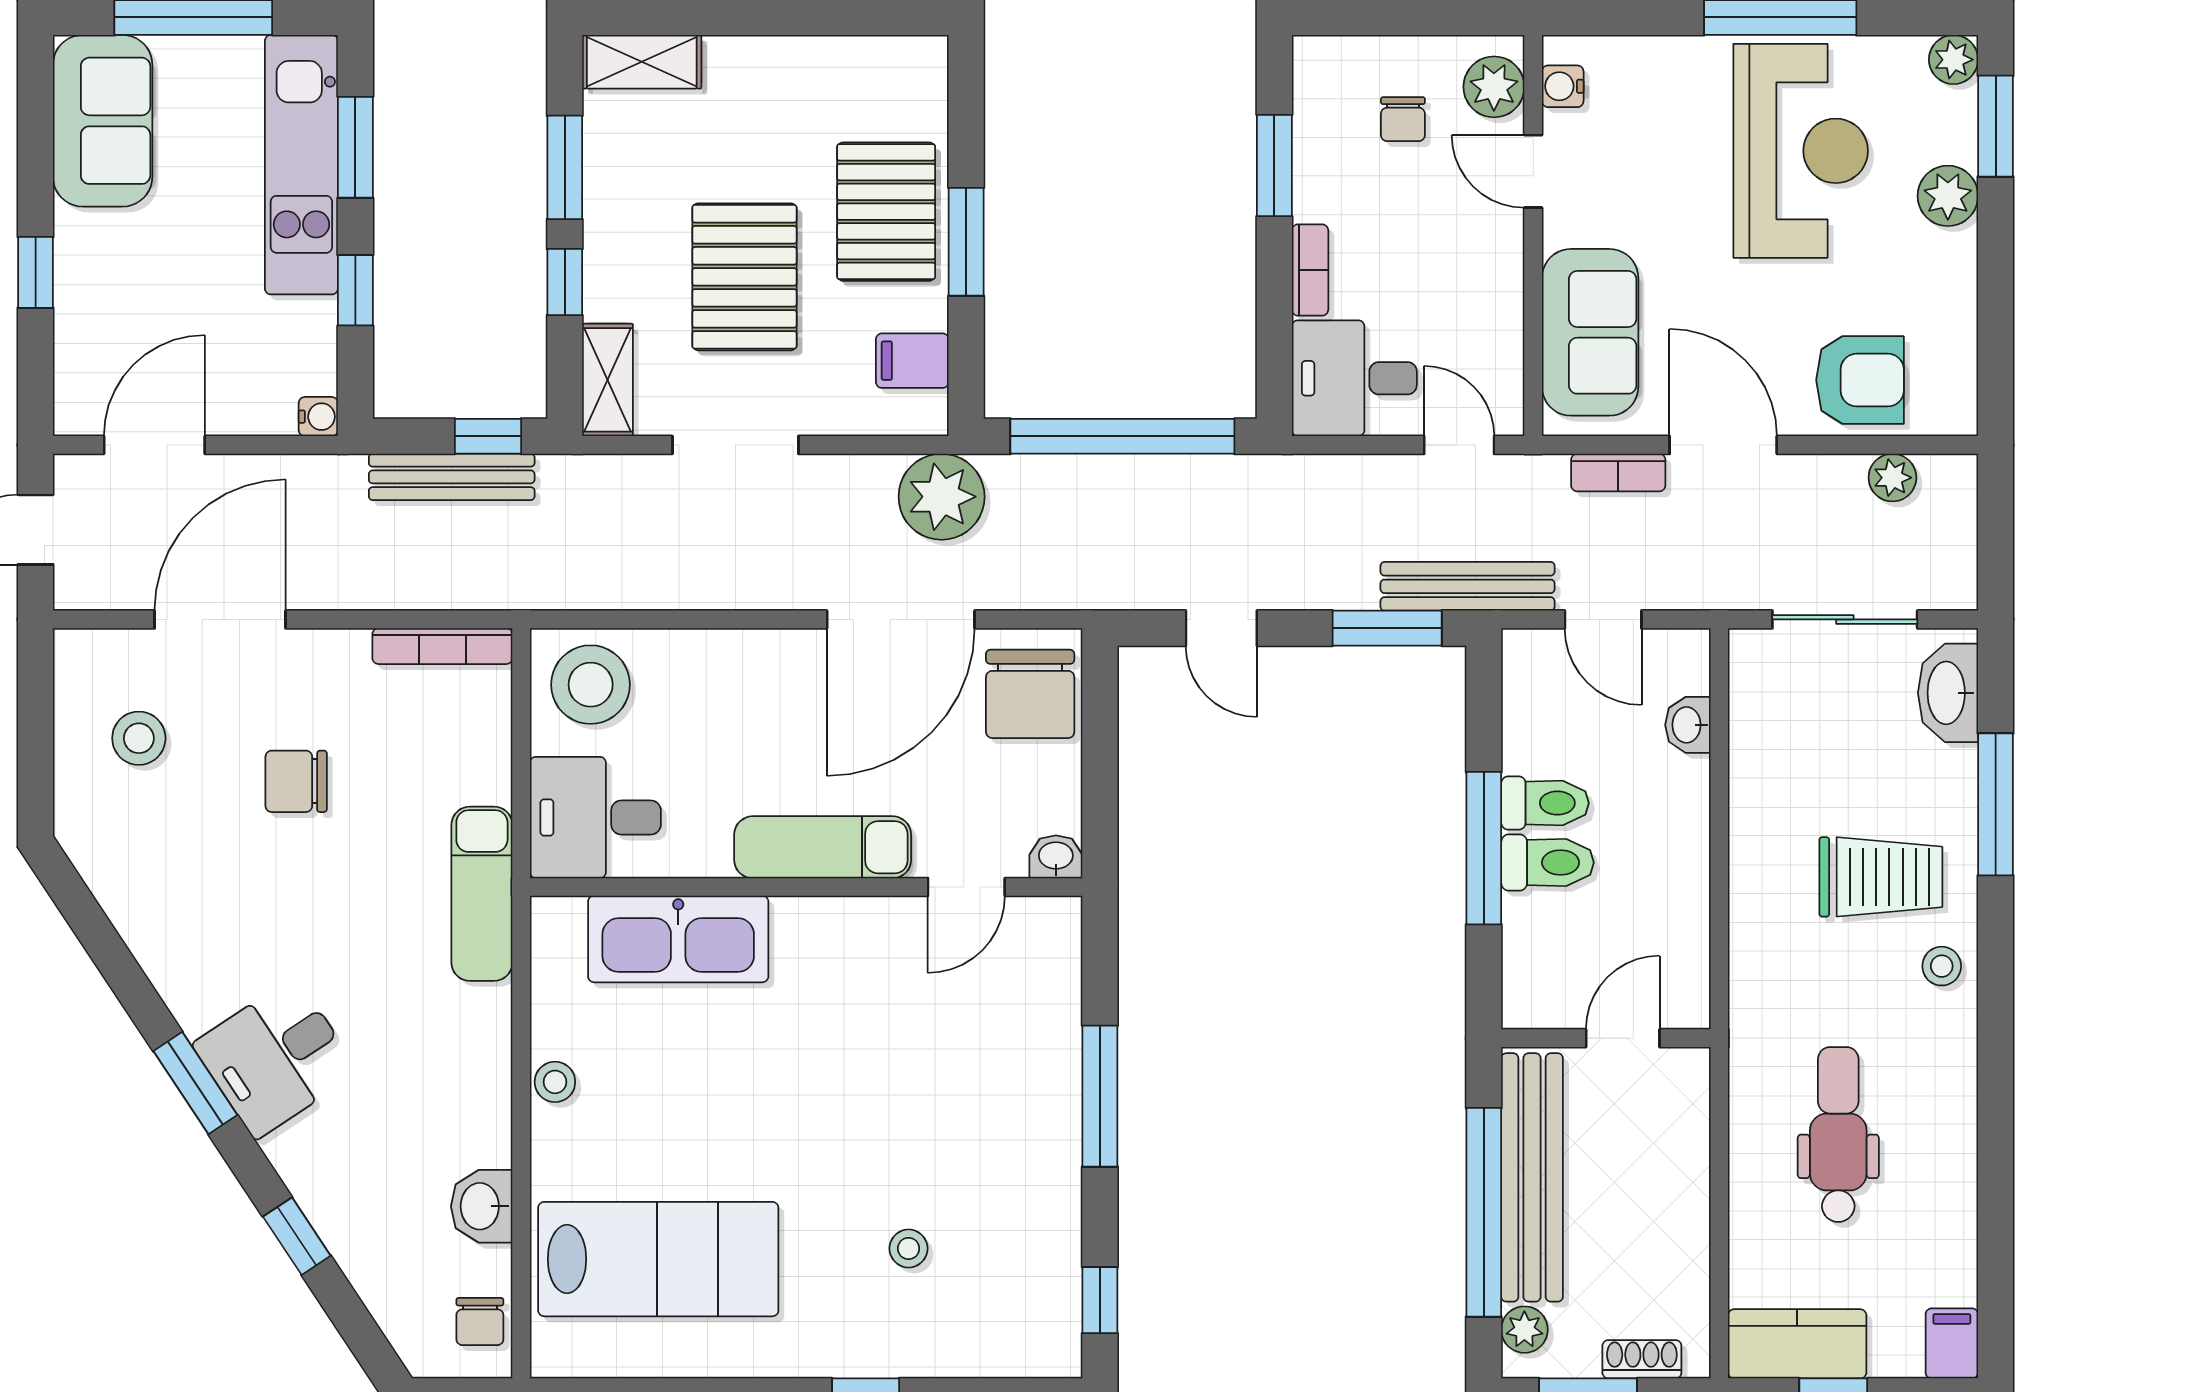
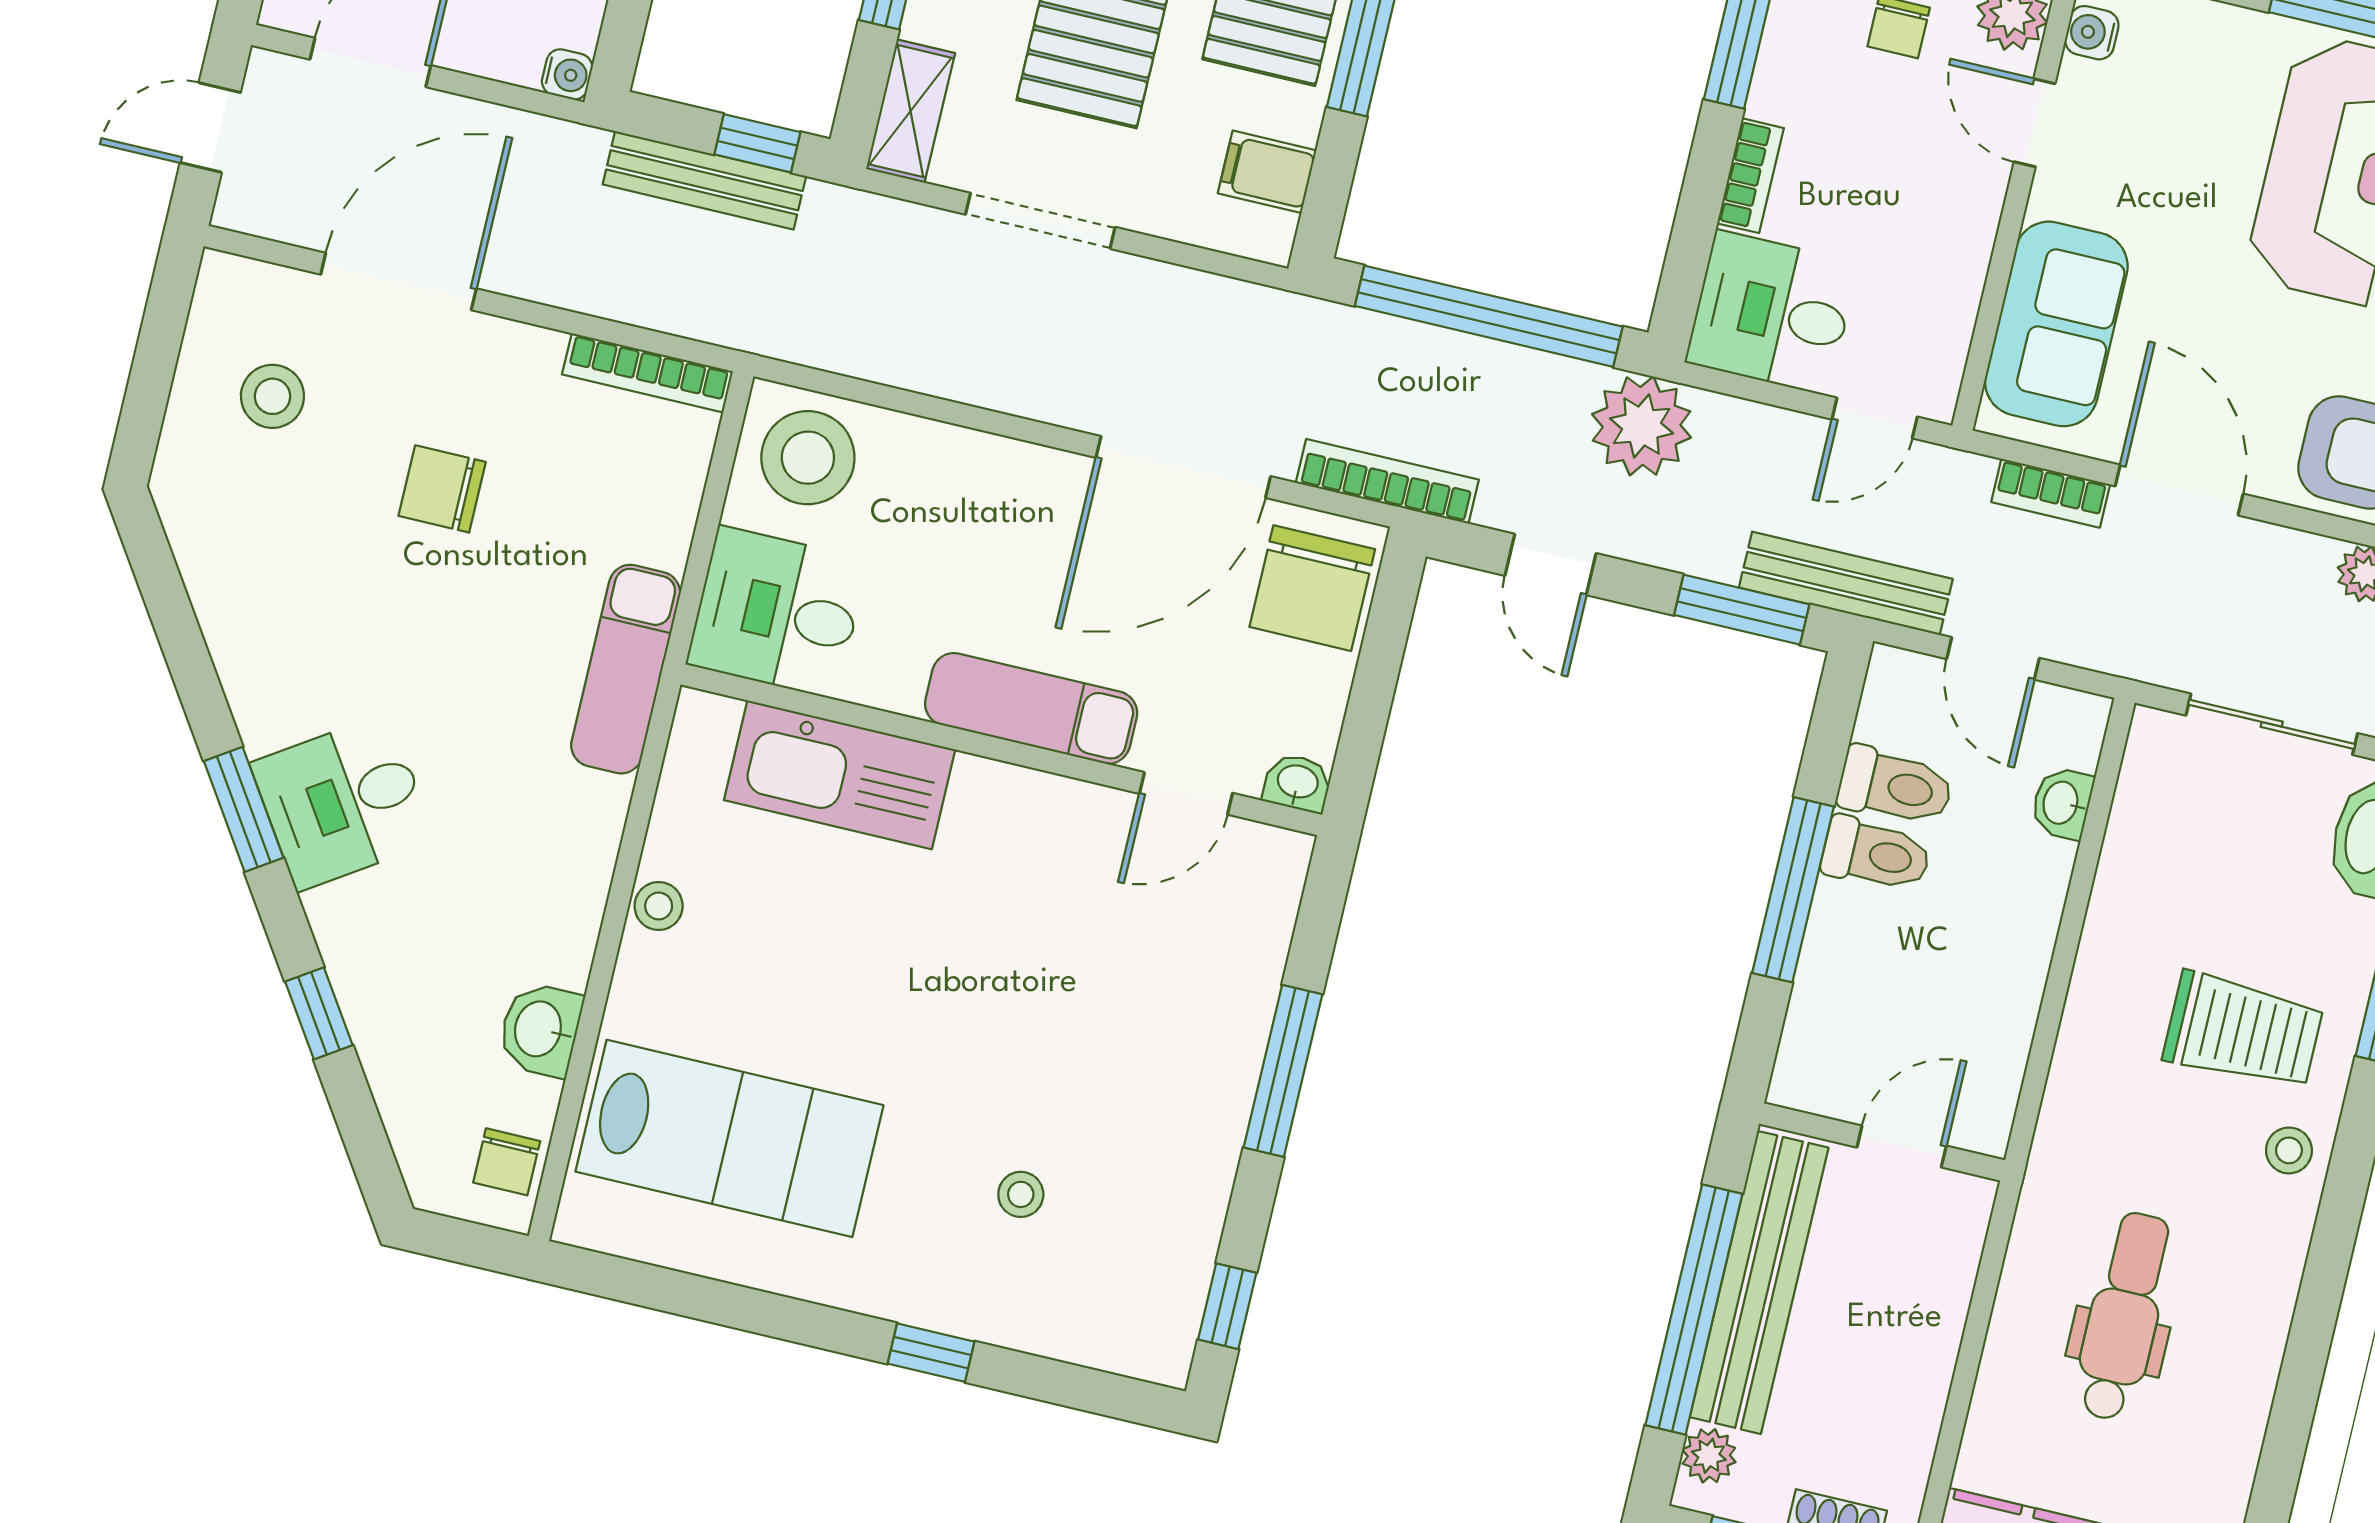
door: (1459, 445) -> (1875, 418), swing flipped
plant: (942, 497) -> (1642, 426), moved
bookcase: (1071, 592) -> (1387, 481), added
toilet: (1548, 863) -> (1895, 786), moved

